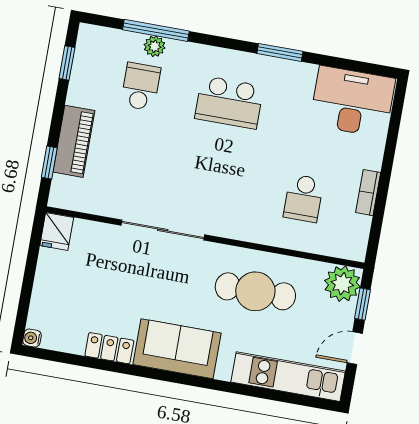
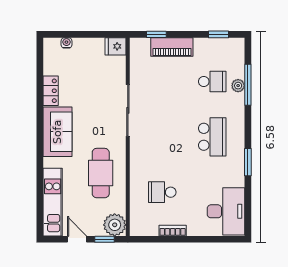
school desk: (229, 102) -> (212, 137), turned 180
water cooler: (32, 338) -> (66, 43), moved

